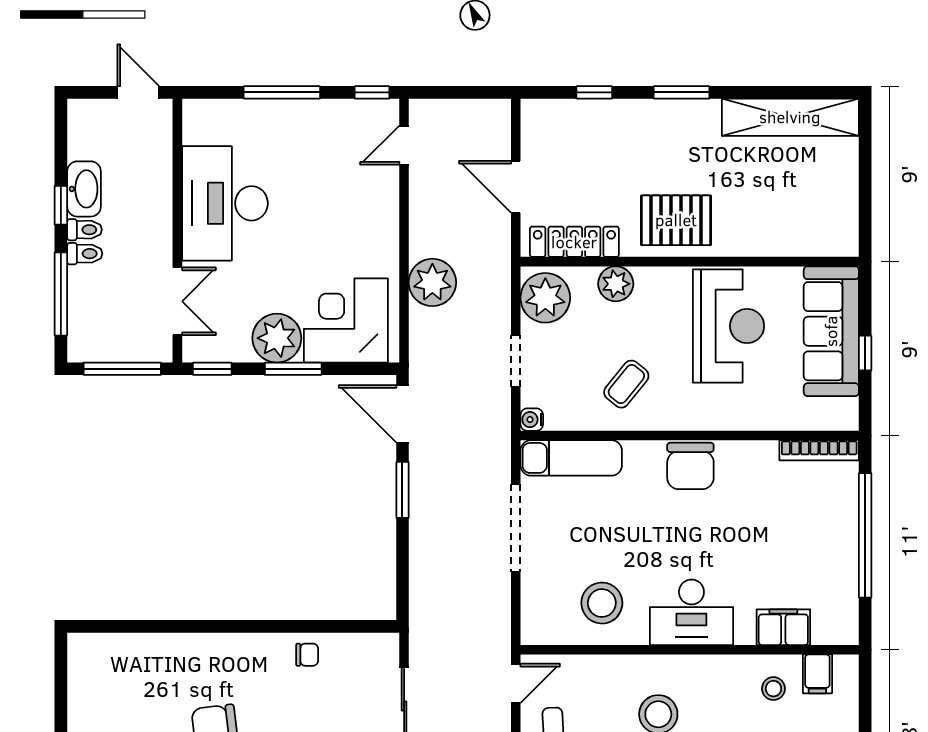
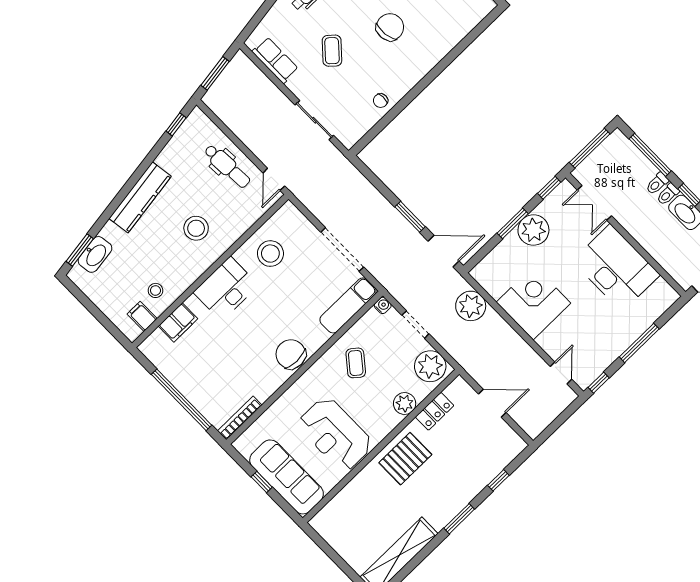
locker: (574, 242) -> (435, 411), width x0.66
plant: (432, 282) -> (471, 306), moved
corner desk: (346, 320) -> (534, 303), moved, turned -90

